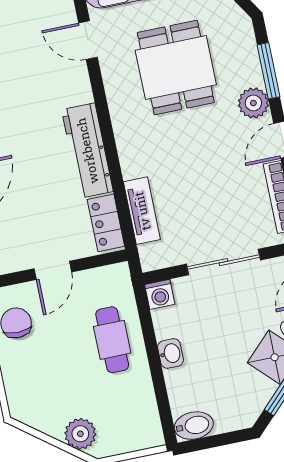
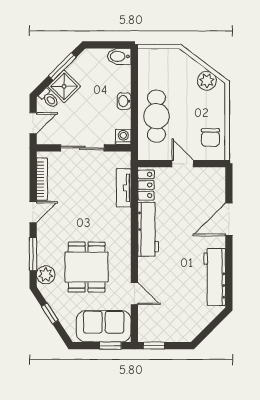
plant: (253, 103) -> (46, 275), moved
door: (53, 270) -> (183, 164), hinge flipped
cafe table: (112, 340) -> (156, 116), width x1.37, depth x1.35
plant: (80, 434) -> (207, 81), moved

